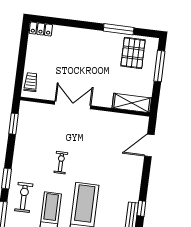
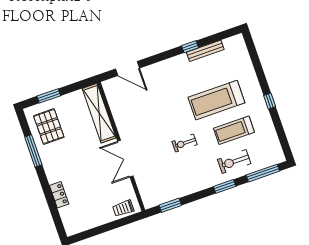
locker: (41, 29) -> (59, 195), moved
pallet: (133, 53) -> (49, 127), turned 90
window: (159, 66) -> (49, 96), width x0.69
shelving: (132, 103) -> (99, 113), width x1.47

